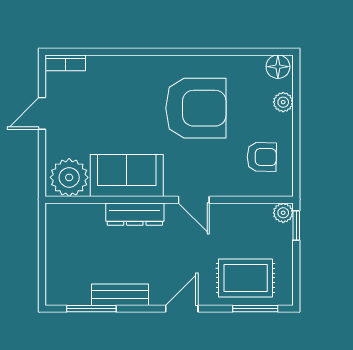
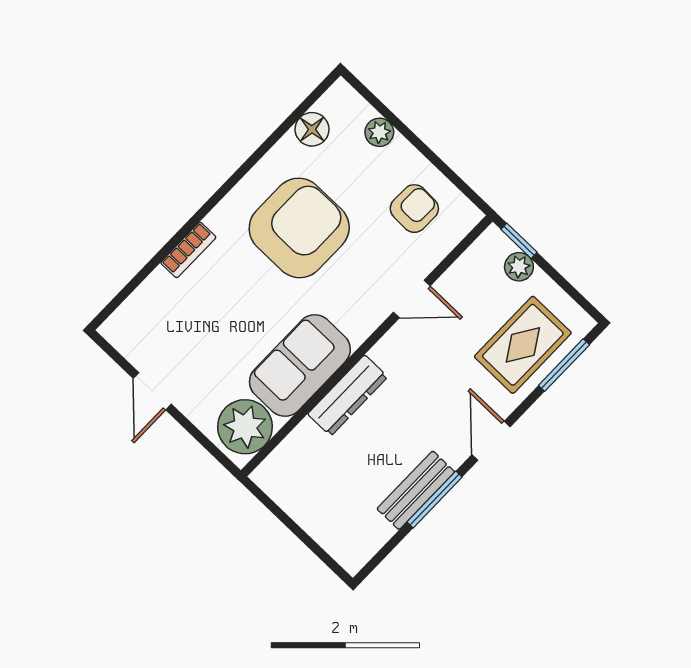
bookcase: (65, 63) -> (188, 250), moved
floor lamp: (278, 67) -> (312, 129), moved
door: (194, 200) -> (412, 299), moved
plant: (283, 213) -> (519, 267), moved
window: (91, 309) -> (435, 500), moved

